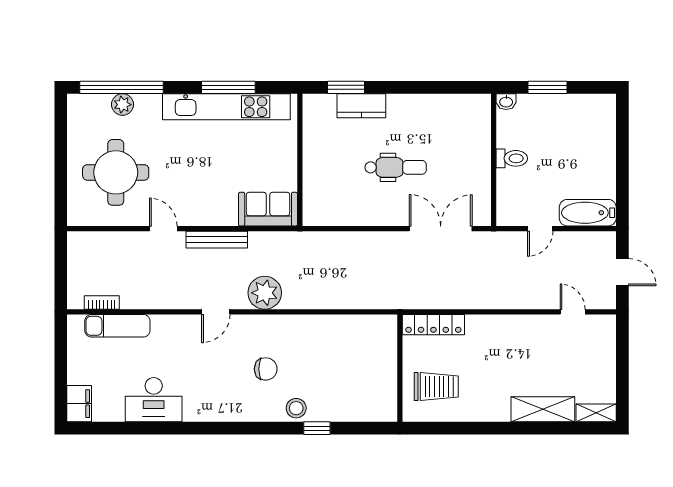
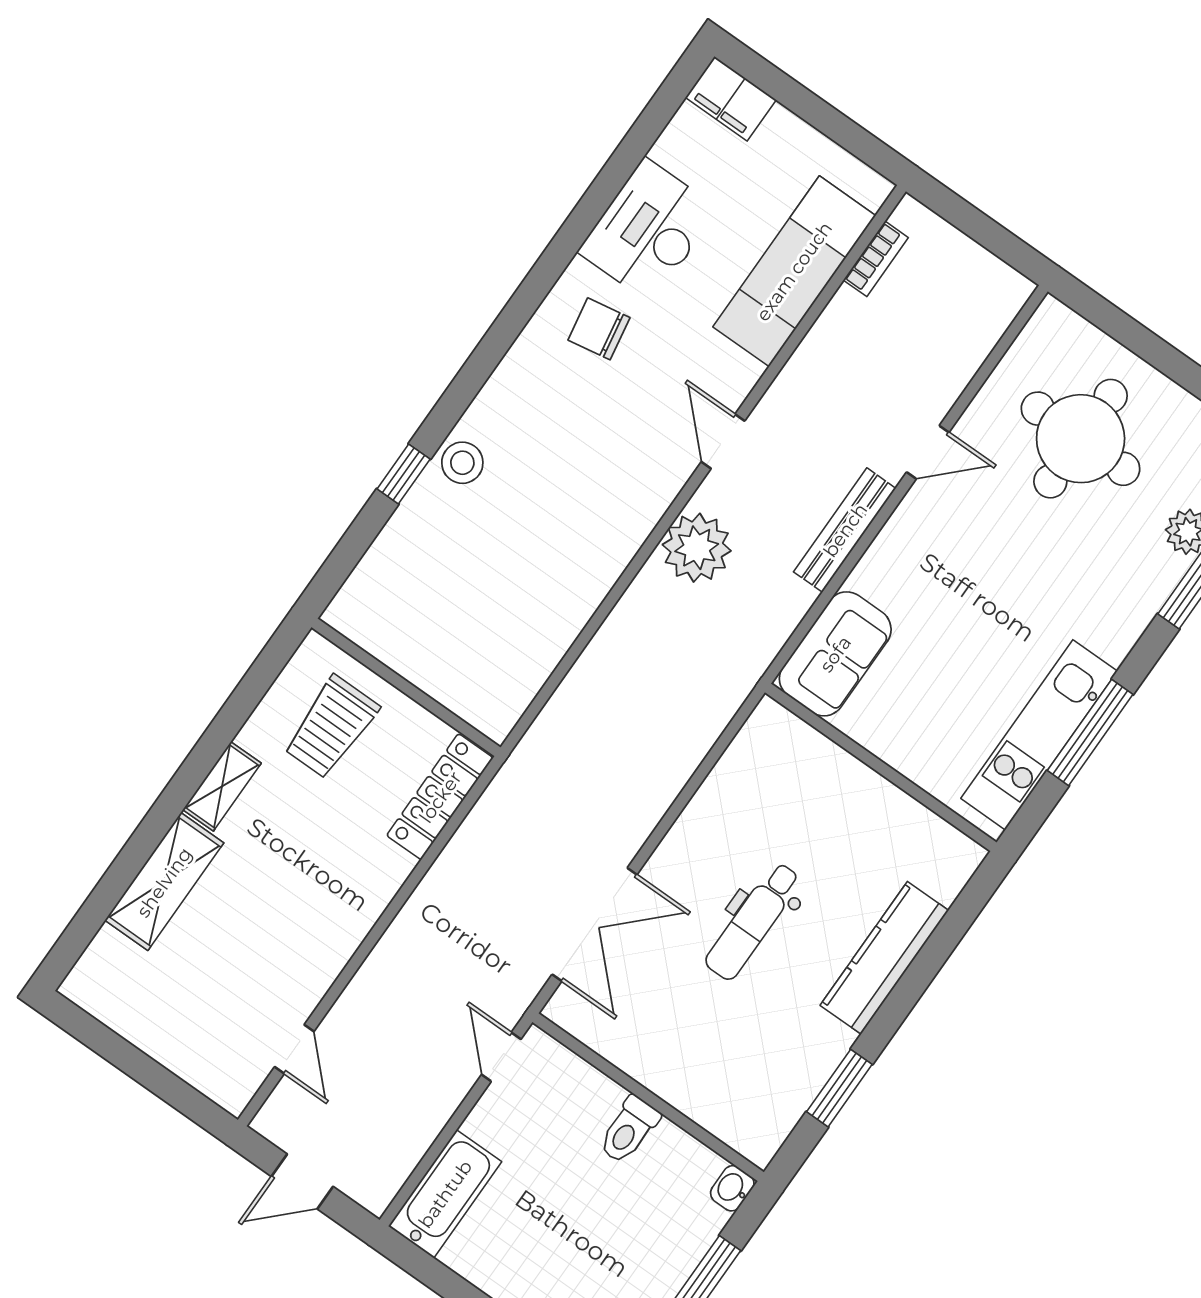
window: (346, 87) -> (839, 1088), moved
kitchen counter: (361, 106) -> (884, 958), width x1.50
kitchen unit: (226, 107) -> (1039, 735), width x0.73
door: (540, 229) -> (501, 1057), moved
door: (573, 312) -> (294, 1049), hinge flipped
exam couch: (117, 326) -> (794, 271), width x1.36, depth x1.45
chair: (266, 369) -> (599, 329), moved, turned 80
shelving: (596, 413) -> (222, 786), moved

